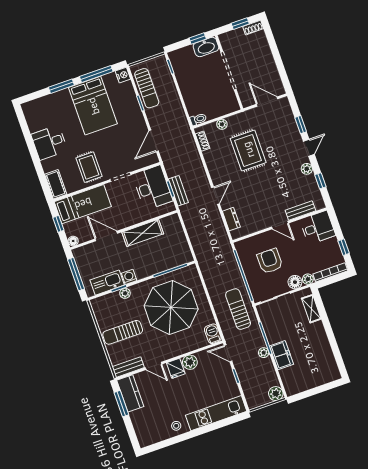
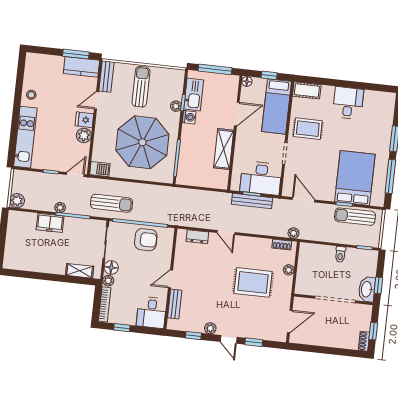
nightstand: (123, 75) -> (378, 200), removed
bed: (93, 106) -> (355, 178), moved, turned 90
toilet: (198, 119) -> (340, 254), moved
plant: (187, 136) -> (293, 233), added
bench: (178, 191) -> (252, 201), width x1.36
armchair: (270, 261) -> (146, 240), moved

